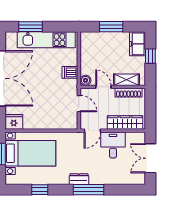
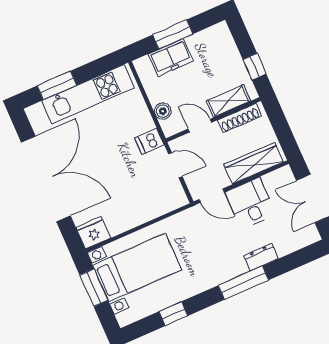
freezer: (137, 44) -> (171, 57), moved, turned -90
window: (150, 56) -> (254, 67), moved
dishwasher: (70, 72) -> (149, 141), moved
boiler: (85, 80) -> (163, 111), moved
door: (92, 131) -> (212, 196), hinge flipped
dresser: (79, 179) -> (261, 257), moved

